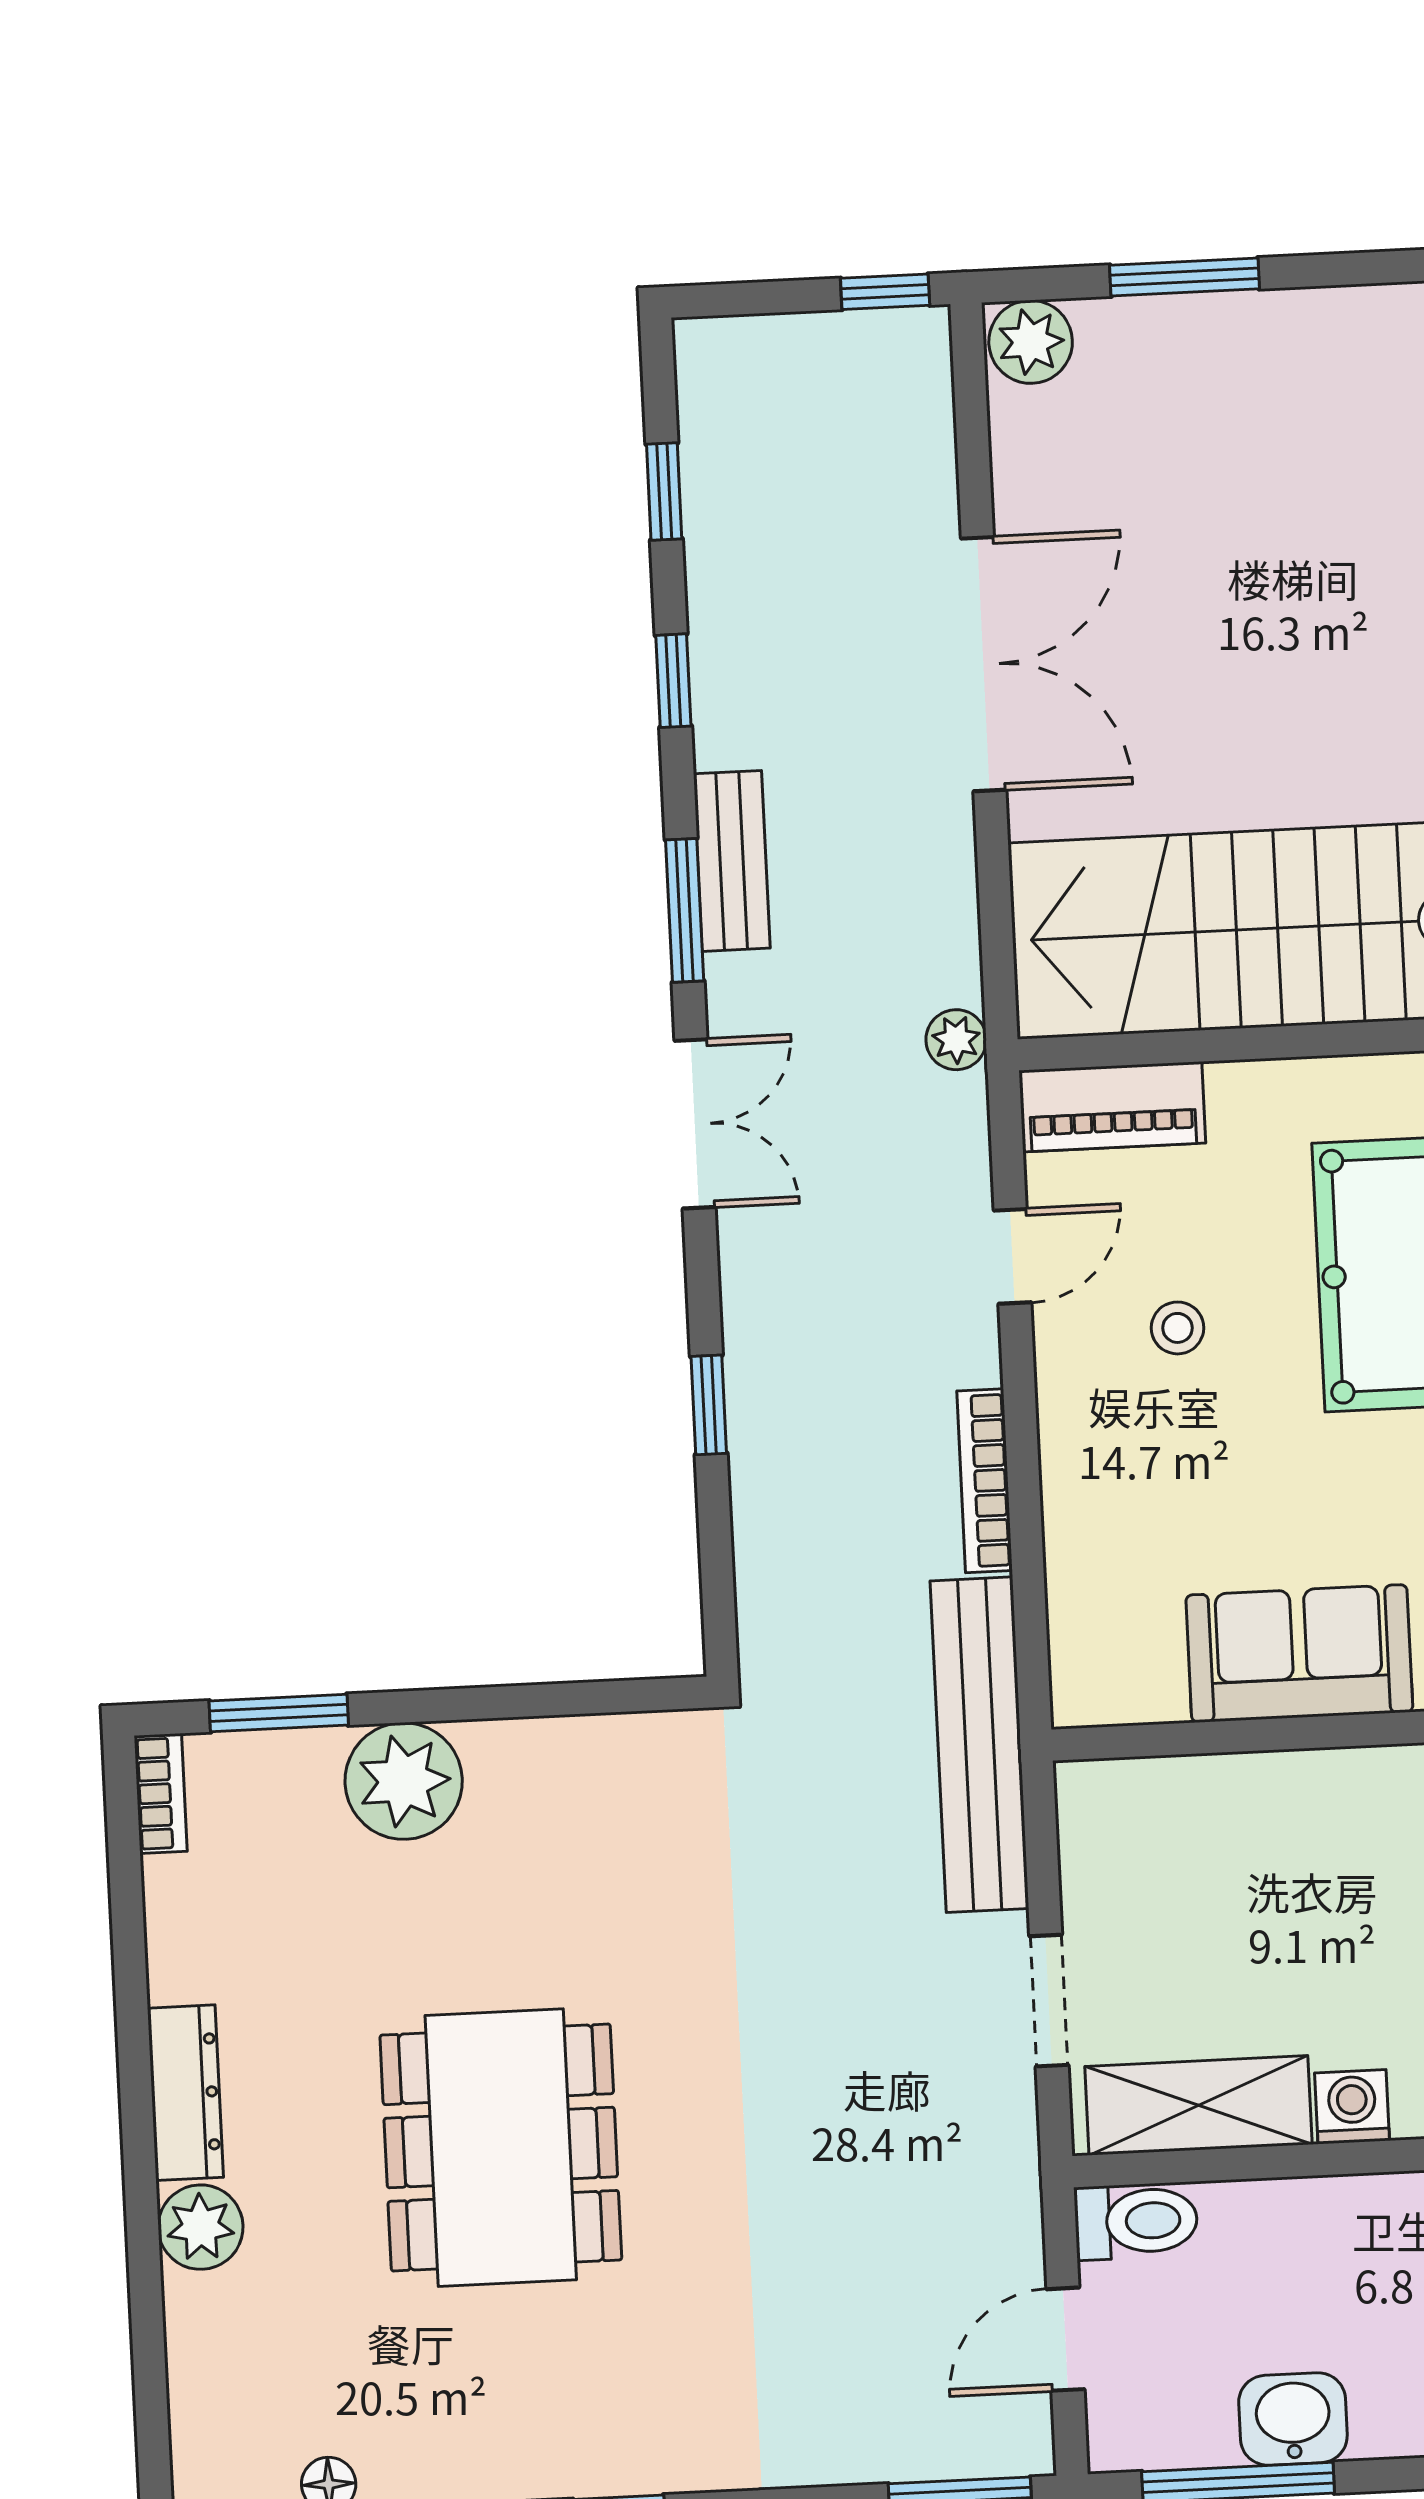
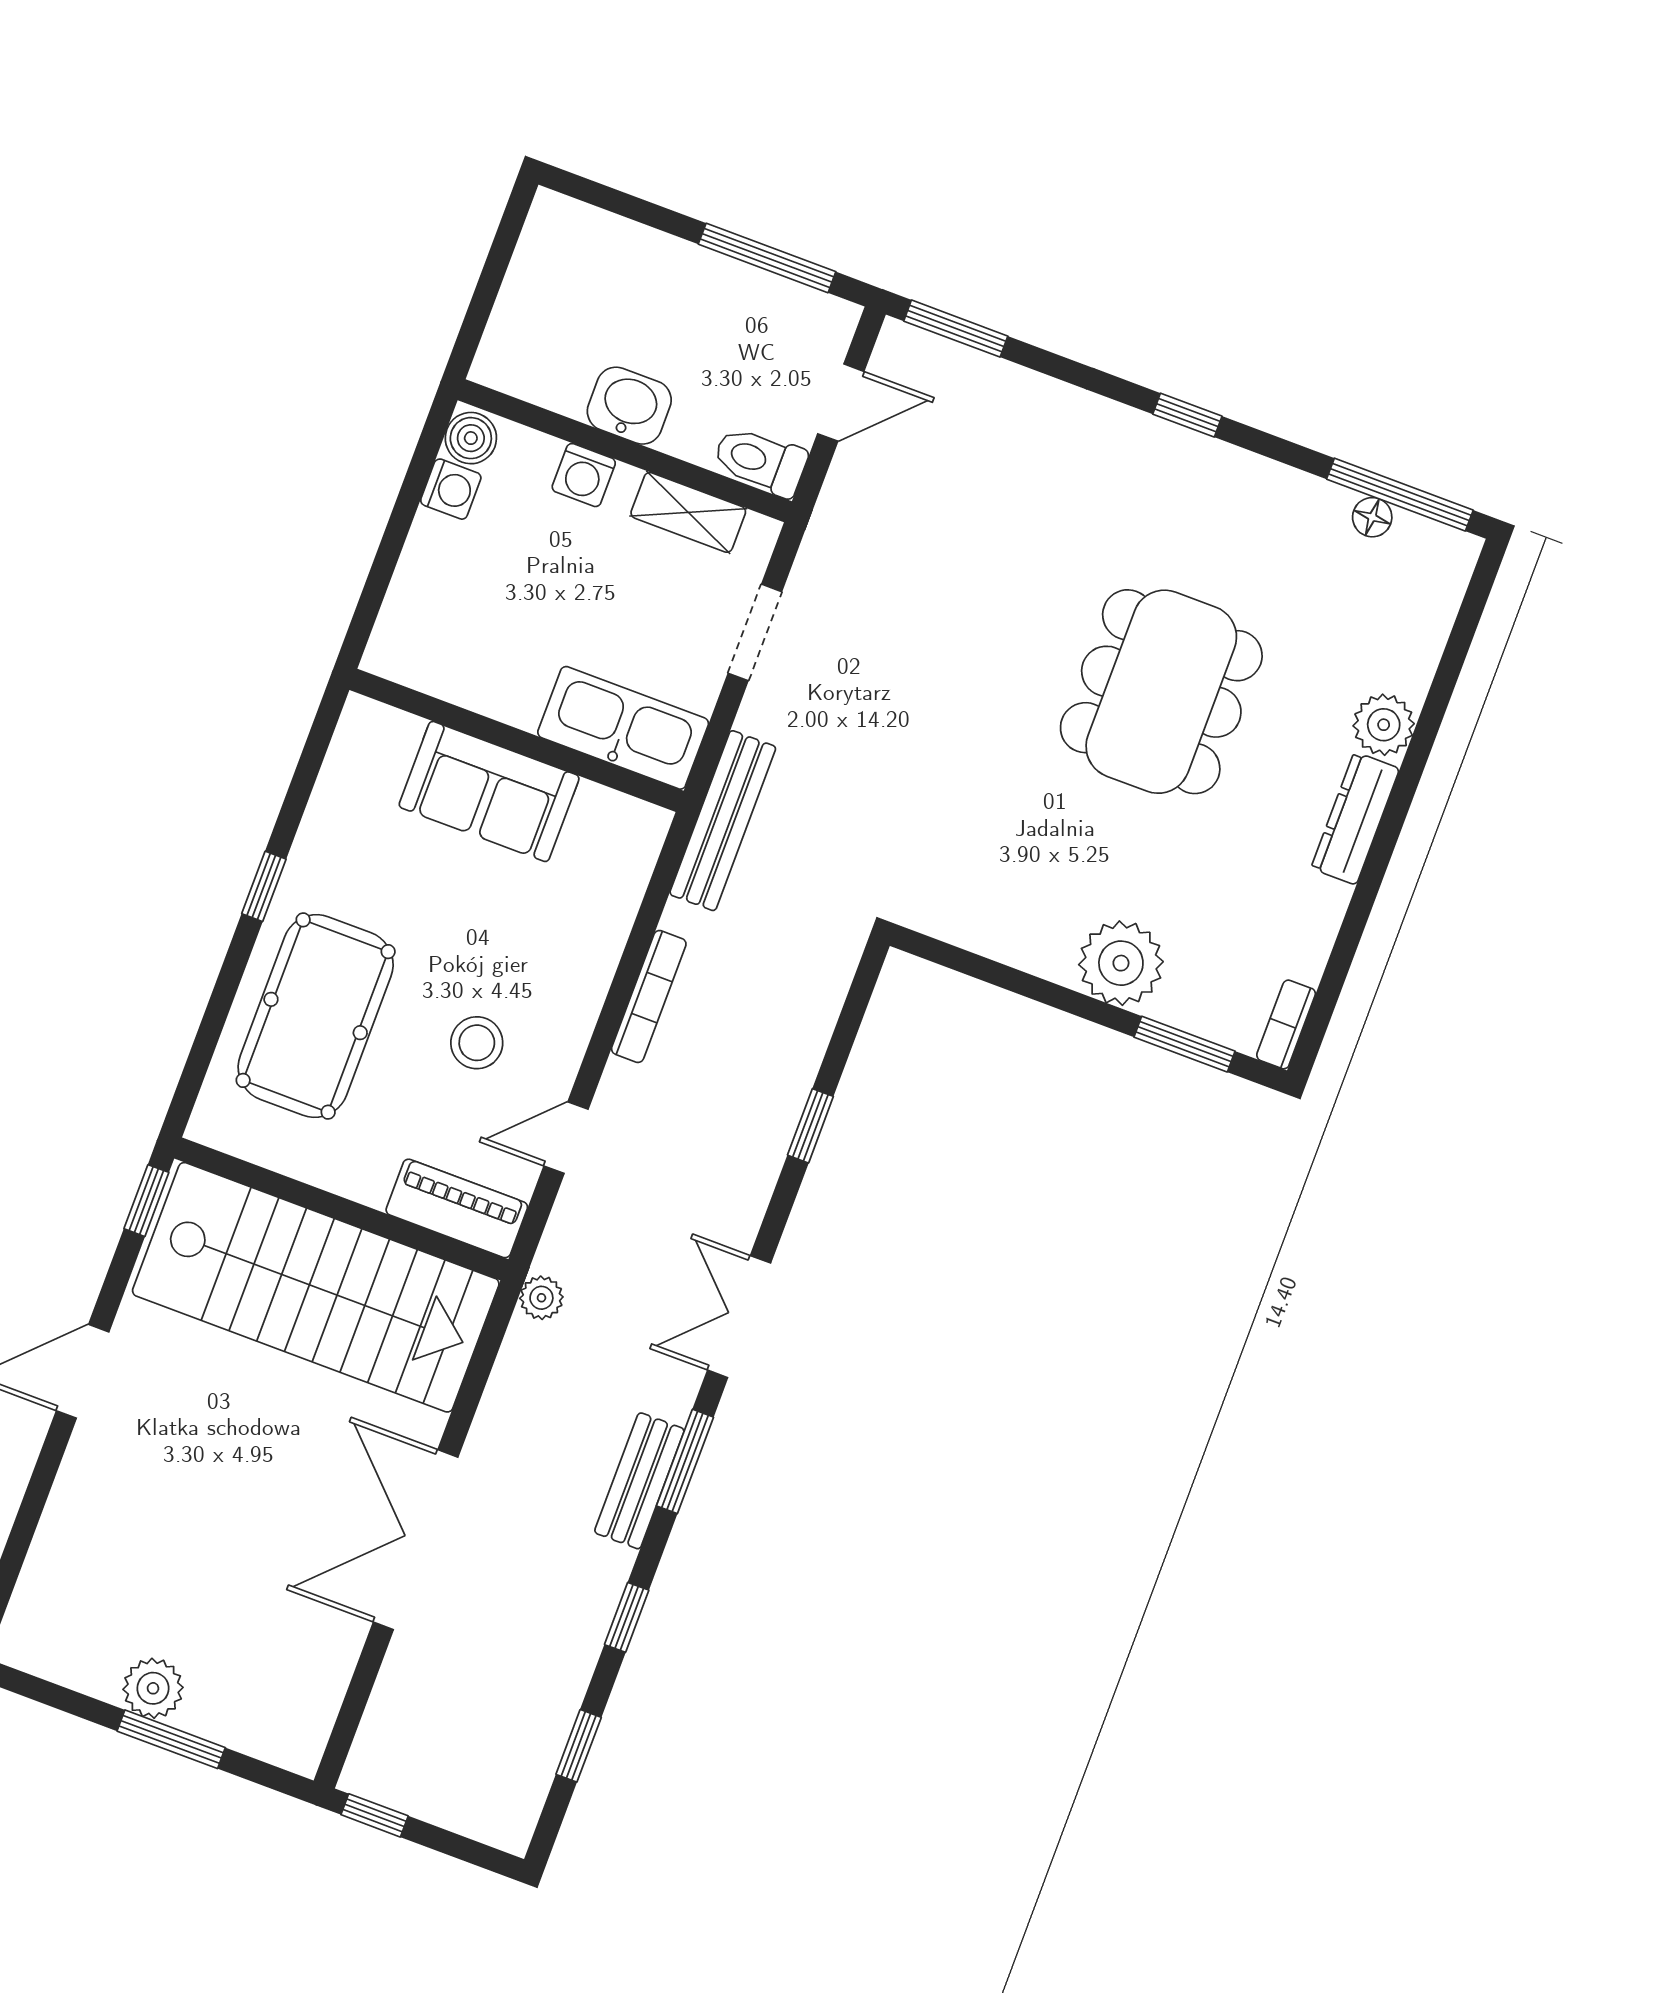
plant: (1031, 342) -> (153, 1688), moved
stool: (1178, 1328) -> (477, 1043), width x1.37, depth x1.37
bench: (979, 1745) -> (723, 821), width x0.73, depth x0.82
kitchen sink: (1164, 1807) -> (623, 728), added
shelving: (1198, 2105) -> (688, 512), width x0.67, depth x0.75
washbasin: (1293, 2419) -> (629, 406), moved, turned 180

